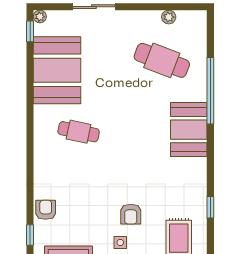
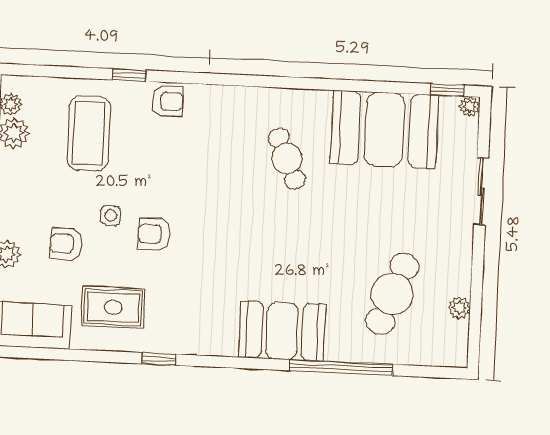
cafe table: (79, 132) -> (287, 159), turned -36

